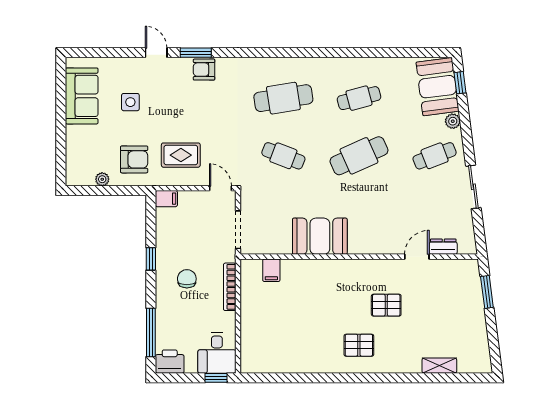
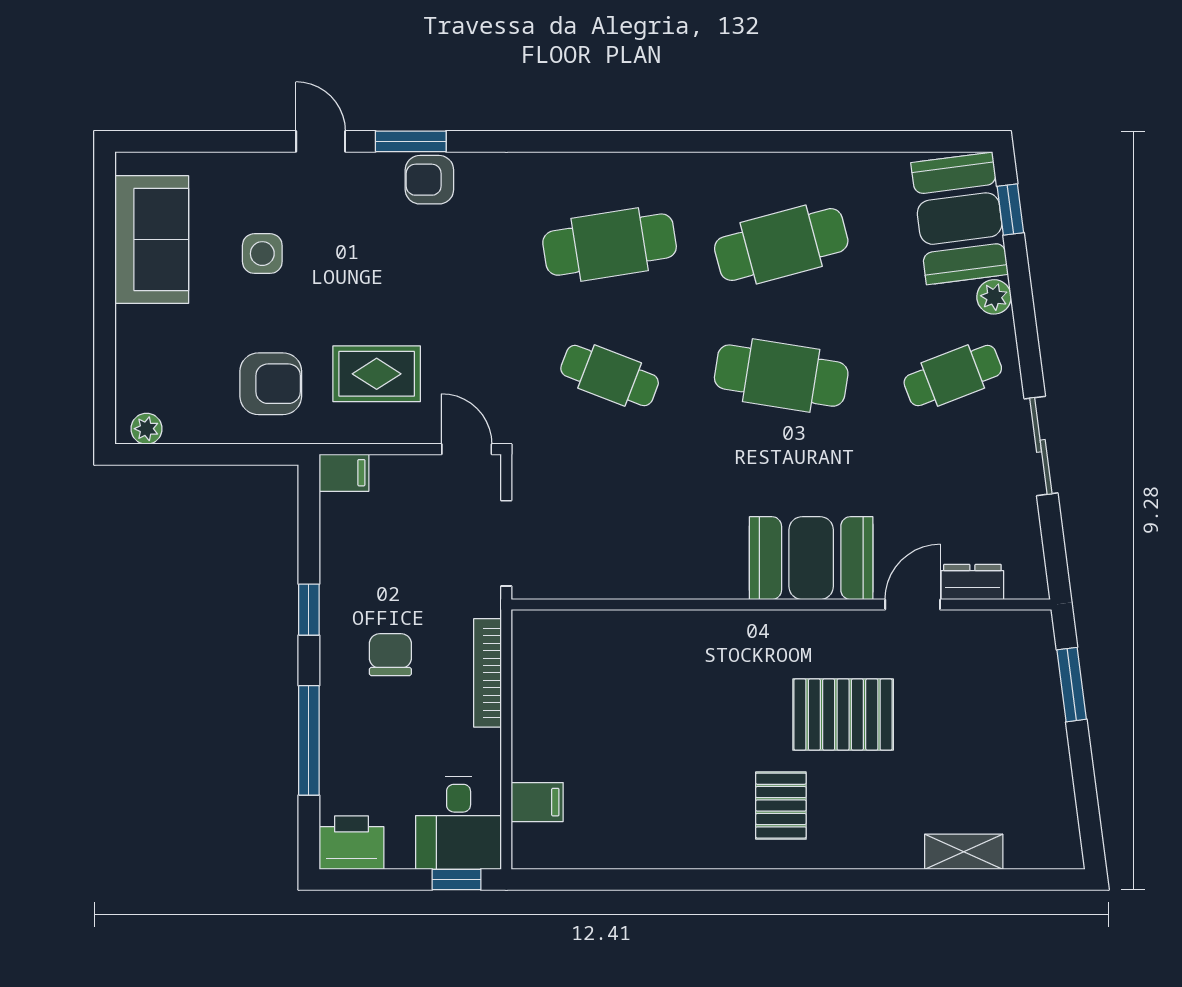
cafe table: (359, 98) -> (781, 245), width x1.37, depth x1.35
cafe table: (359, 156) -> (781, 376), turned 33
plant: (102, 179) -> (147, 429), moved
booth: (320, 236) -> (811, 558), moved
filing cabinet: (271, 270) -> (537, 802), moved, turned -90
pallet: (386, 305) -> (843, 715), width x1.50, depth x1.42
window: (151, 333) -> (309, 740), moved
pallet: (359, 345) -> (781, 806), turned 90

